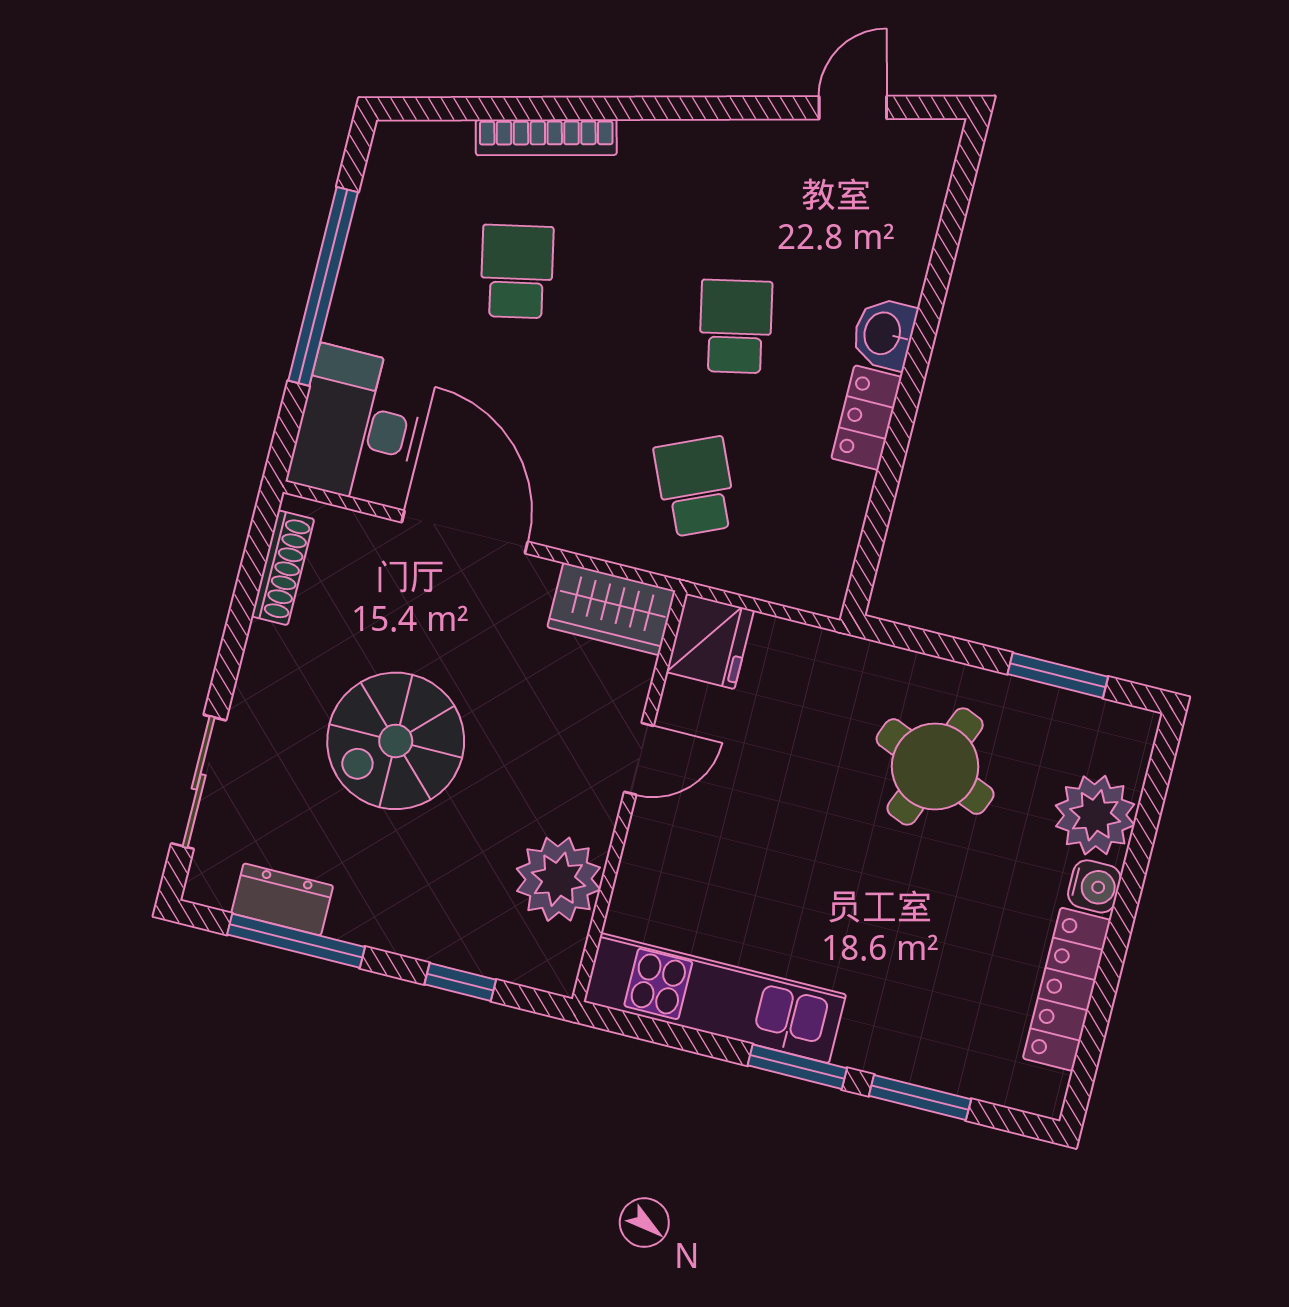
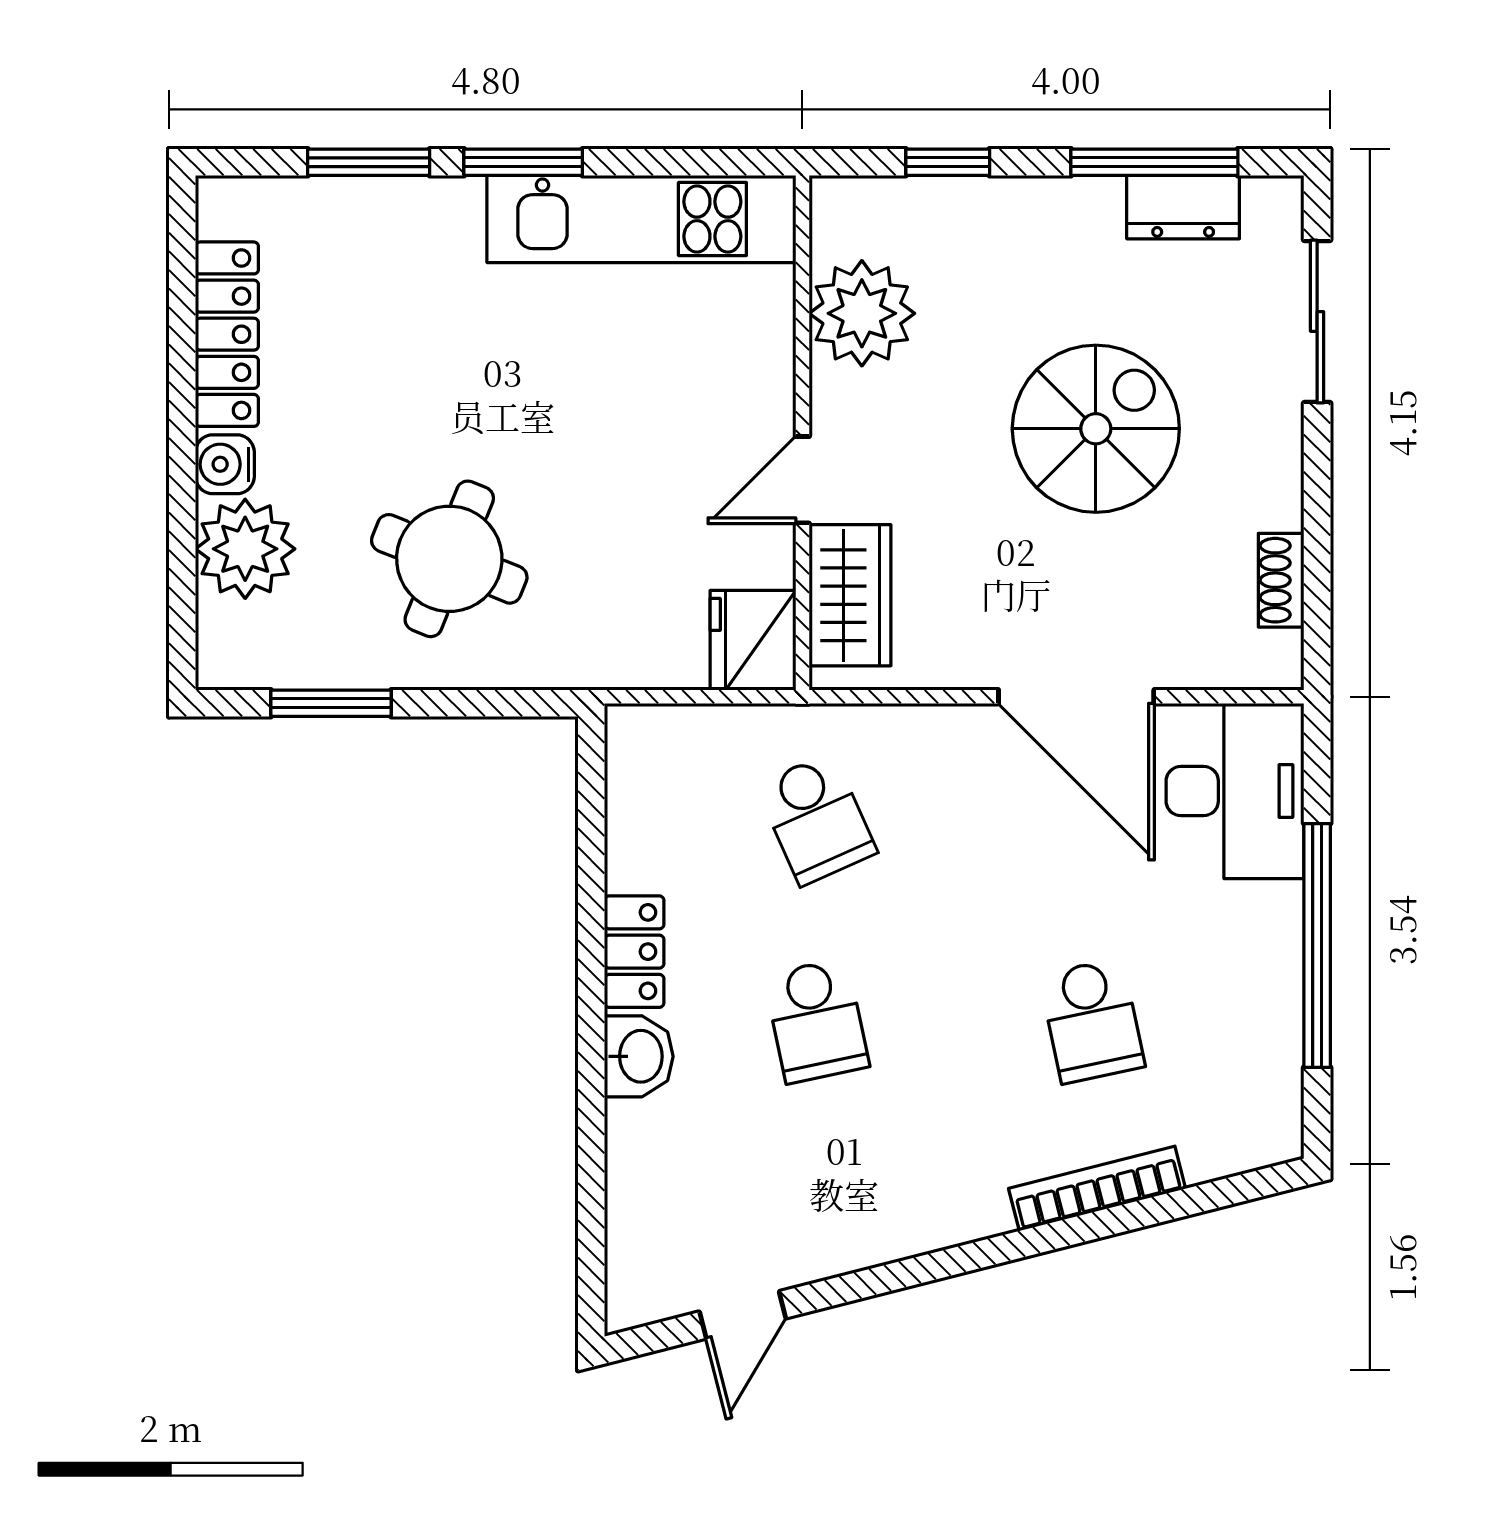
shoe rack: (283, 568) -> (1281, 580), width x0.70
wardrobe: (611, 609) -> (850, 595), moved, turned 90

